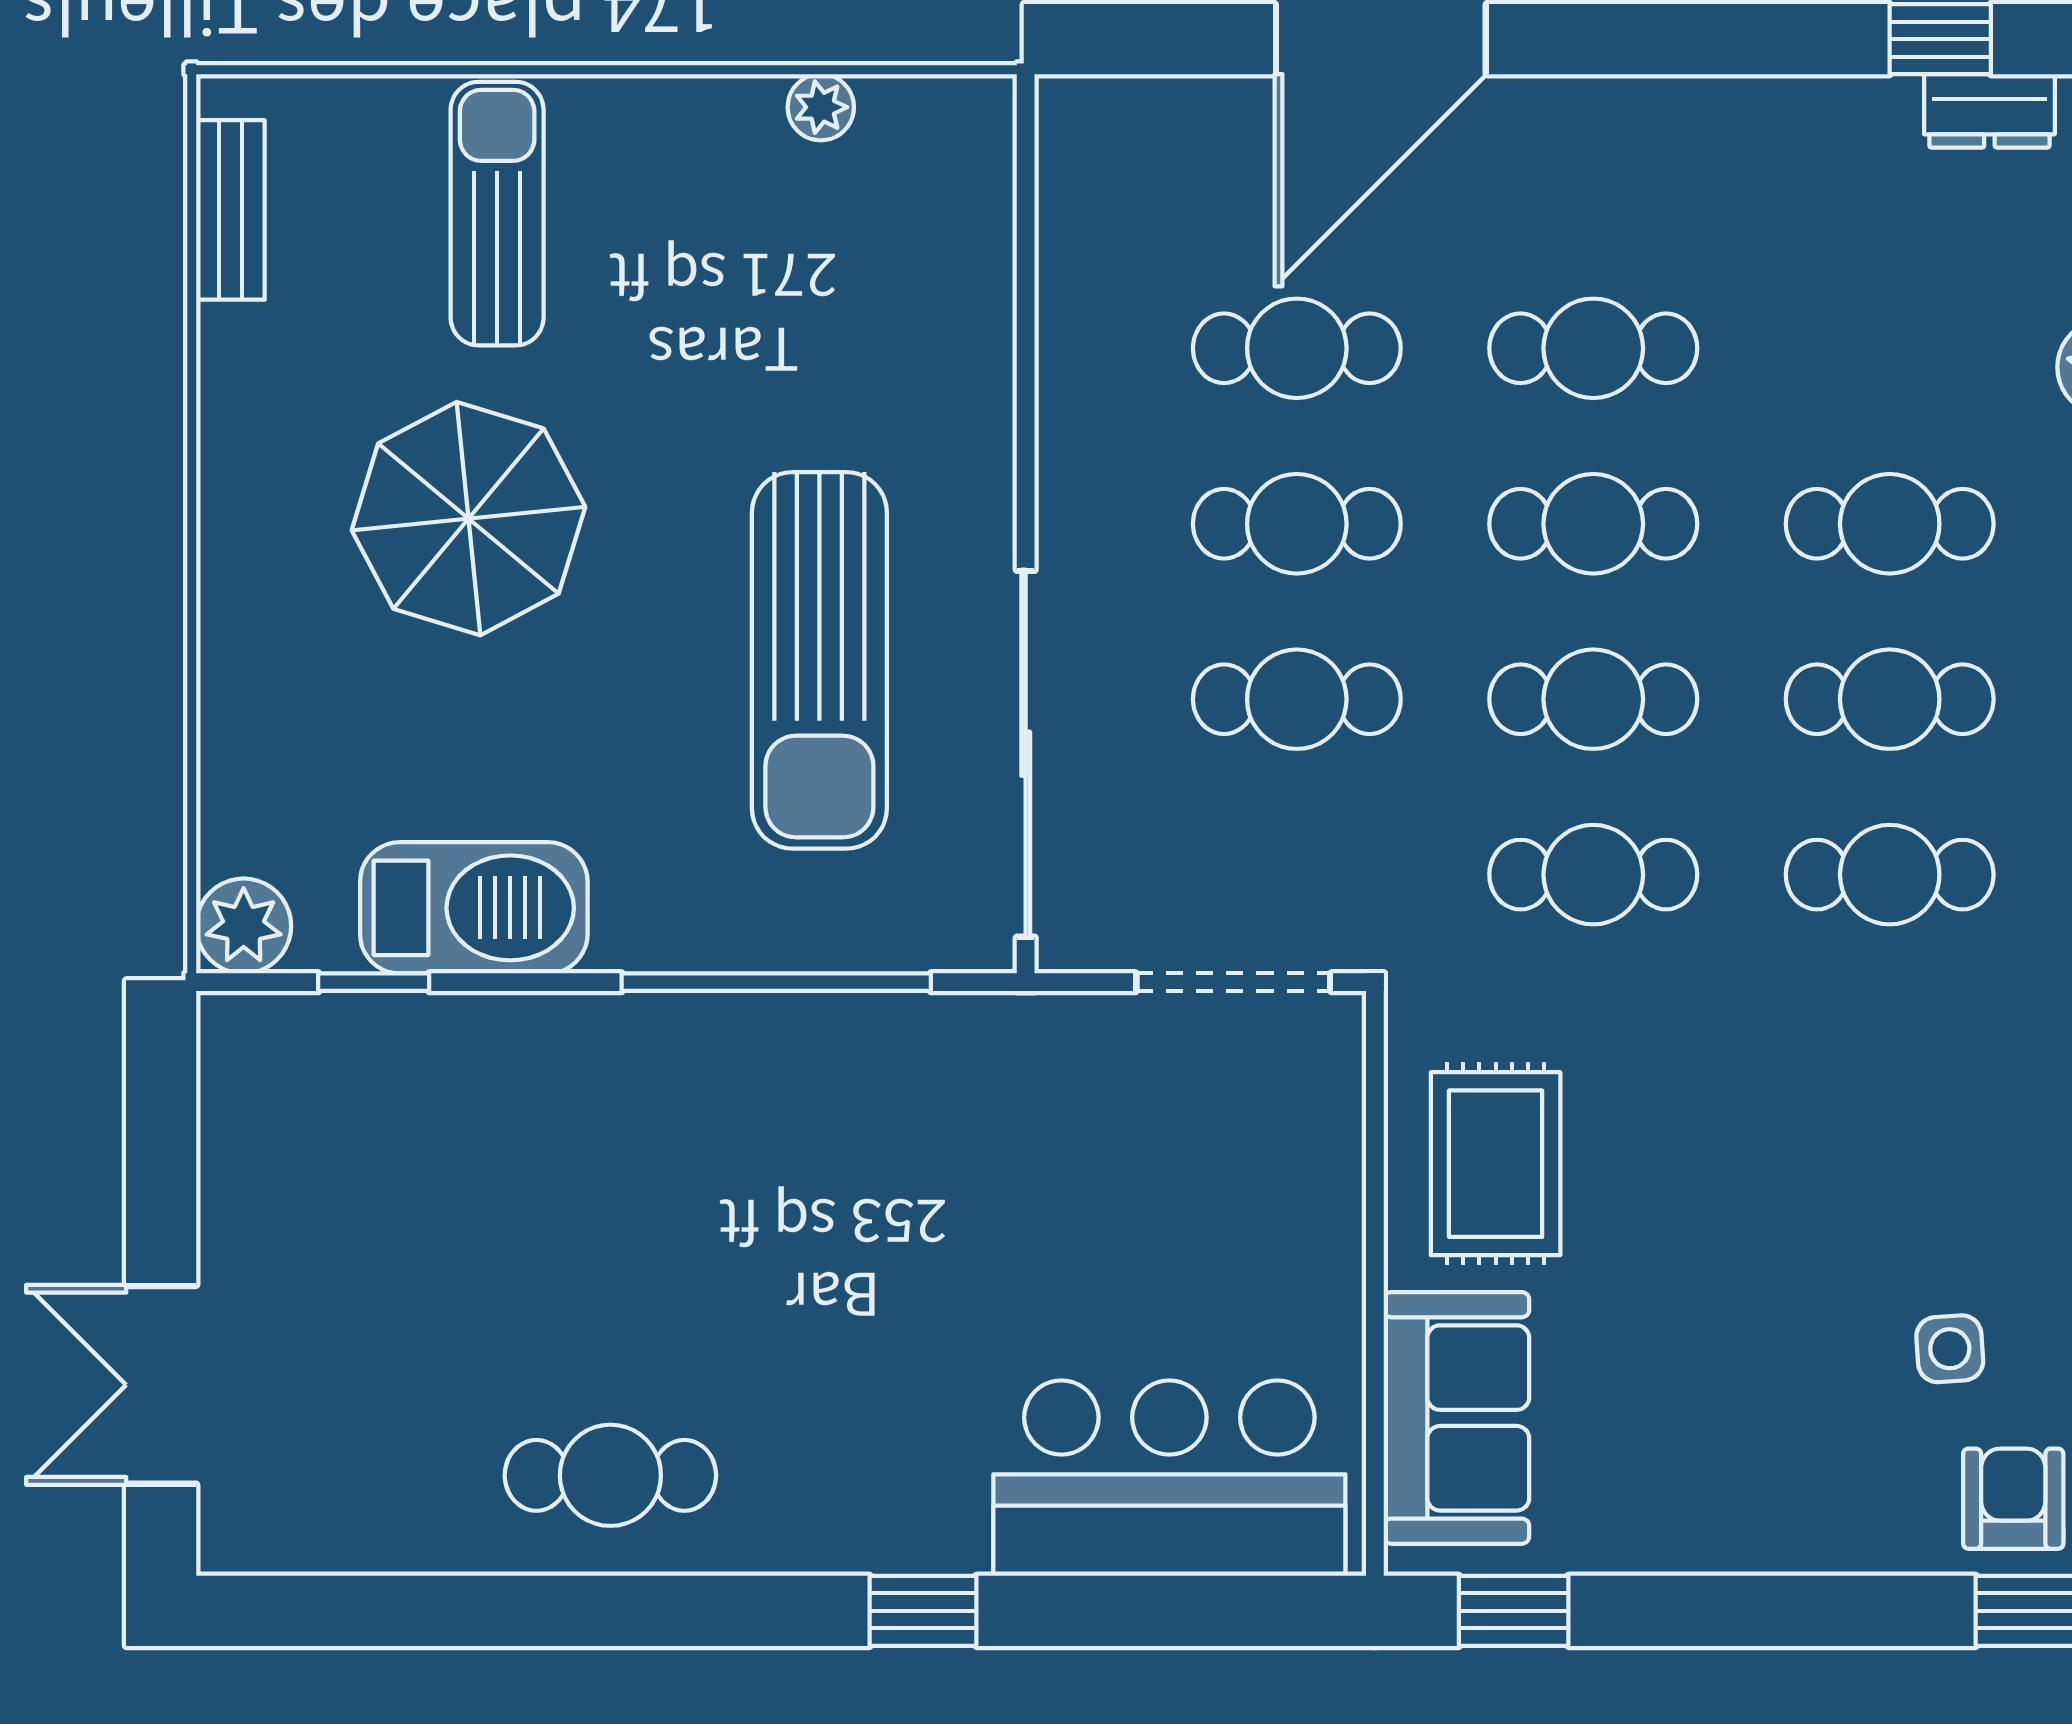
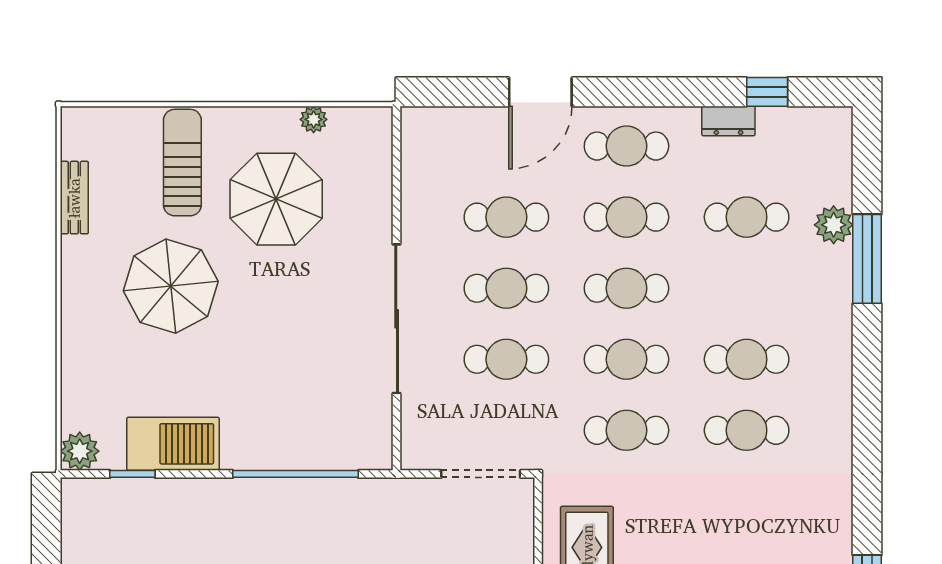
door: (1381, 39) -> (540, 92), width x0.73
dresser: (1989, 111) -> (728, 121), moved
cafe table: (1593, 173) -> (626, 146), added
bench: (230, 210) -> (74, 198), moved
parasol: (728, 304) -> (276, 199), added
cafe table: (1890, 524) -> (747, 217), moved
sun lounger: (819, 660) -> (313, 344), removed
sliding door: (1026, 754) -> (397, 319), moved

